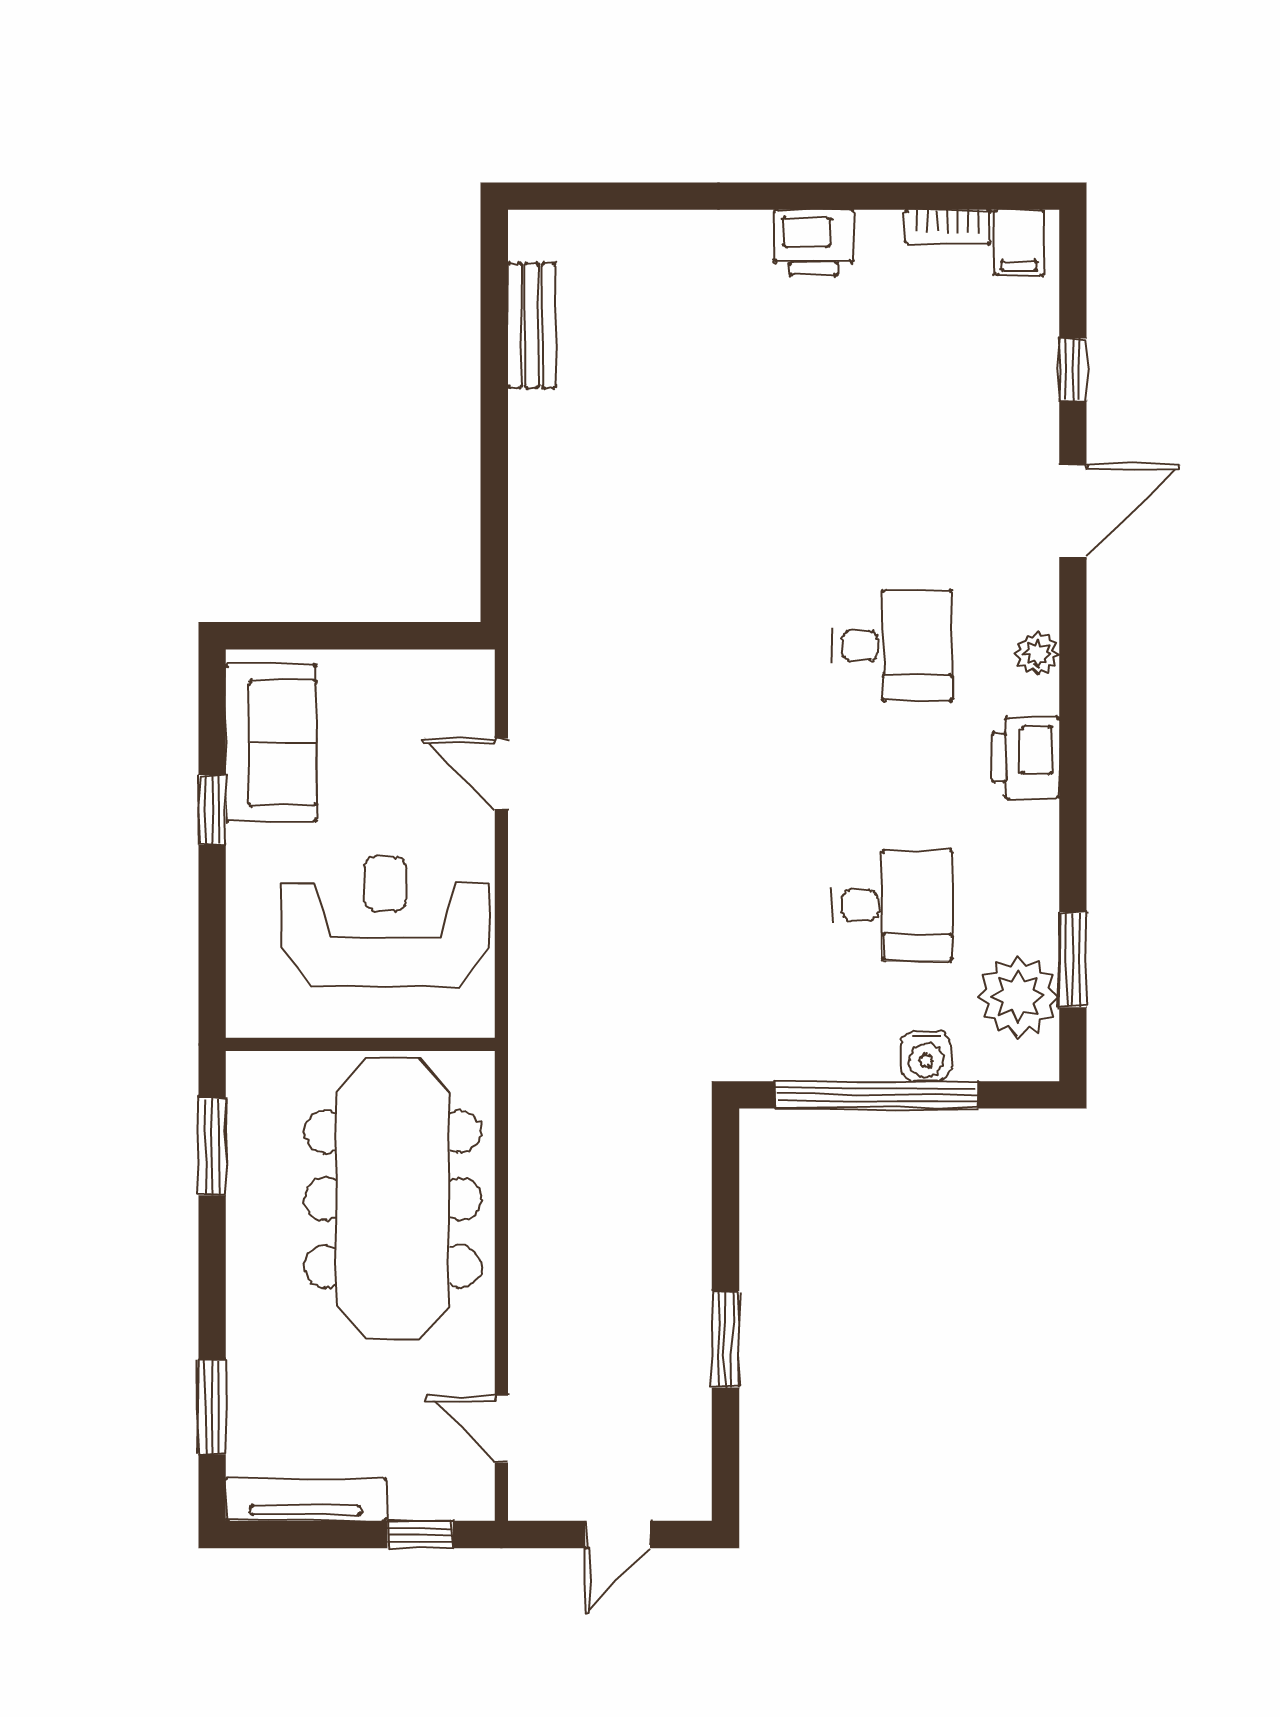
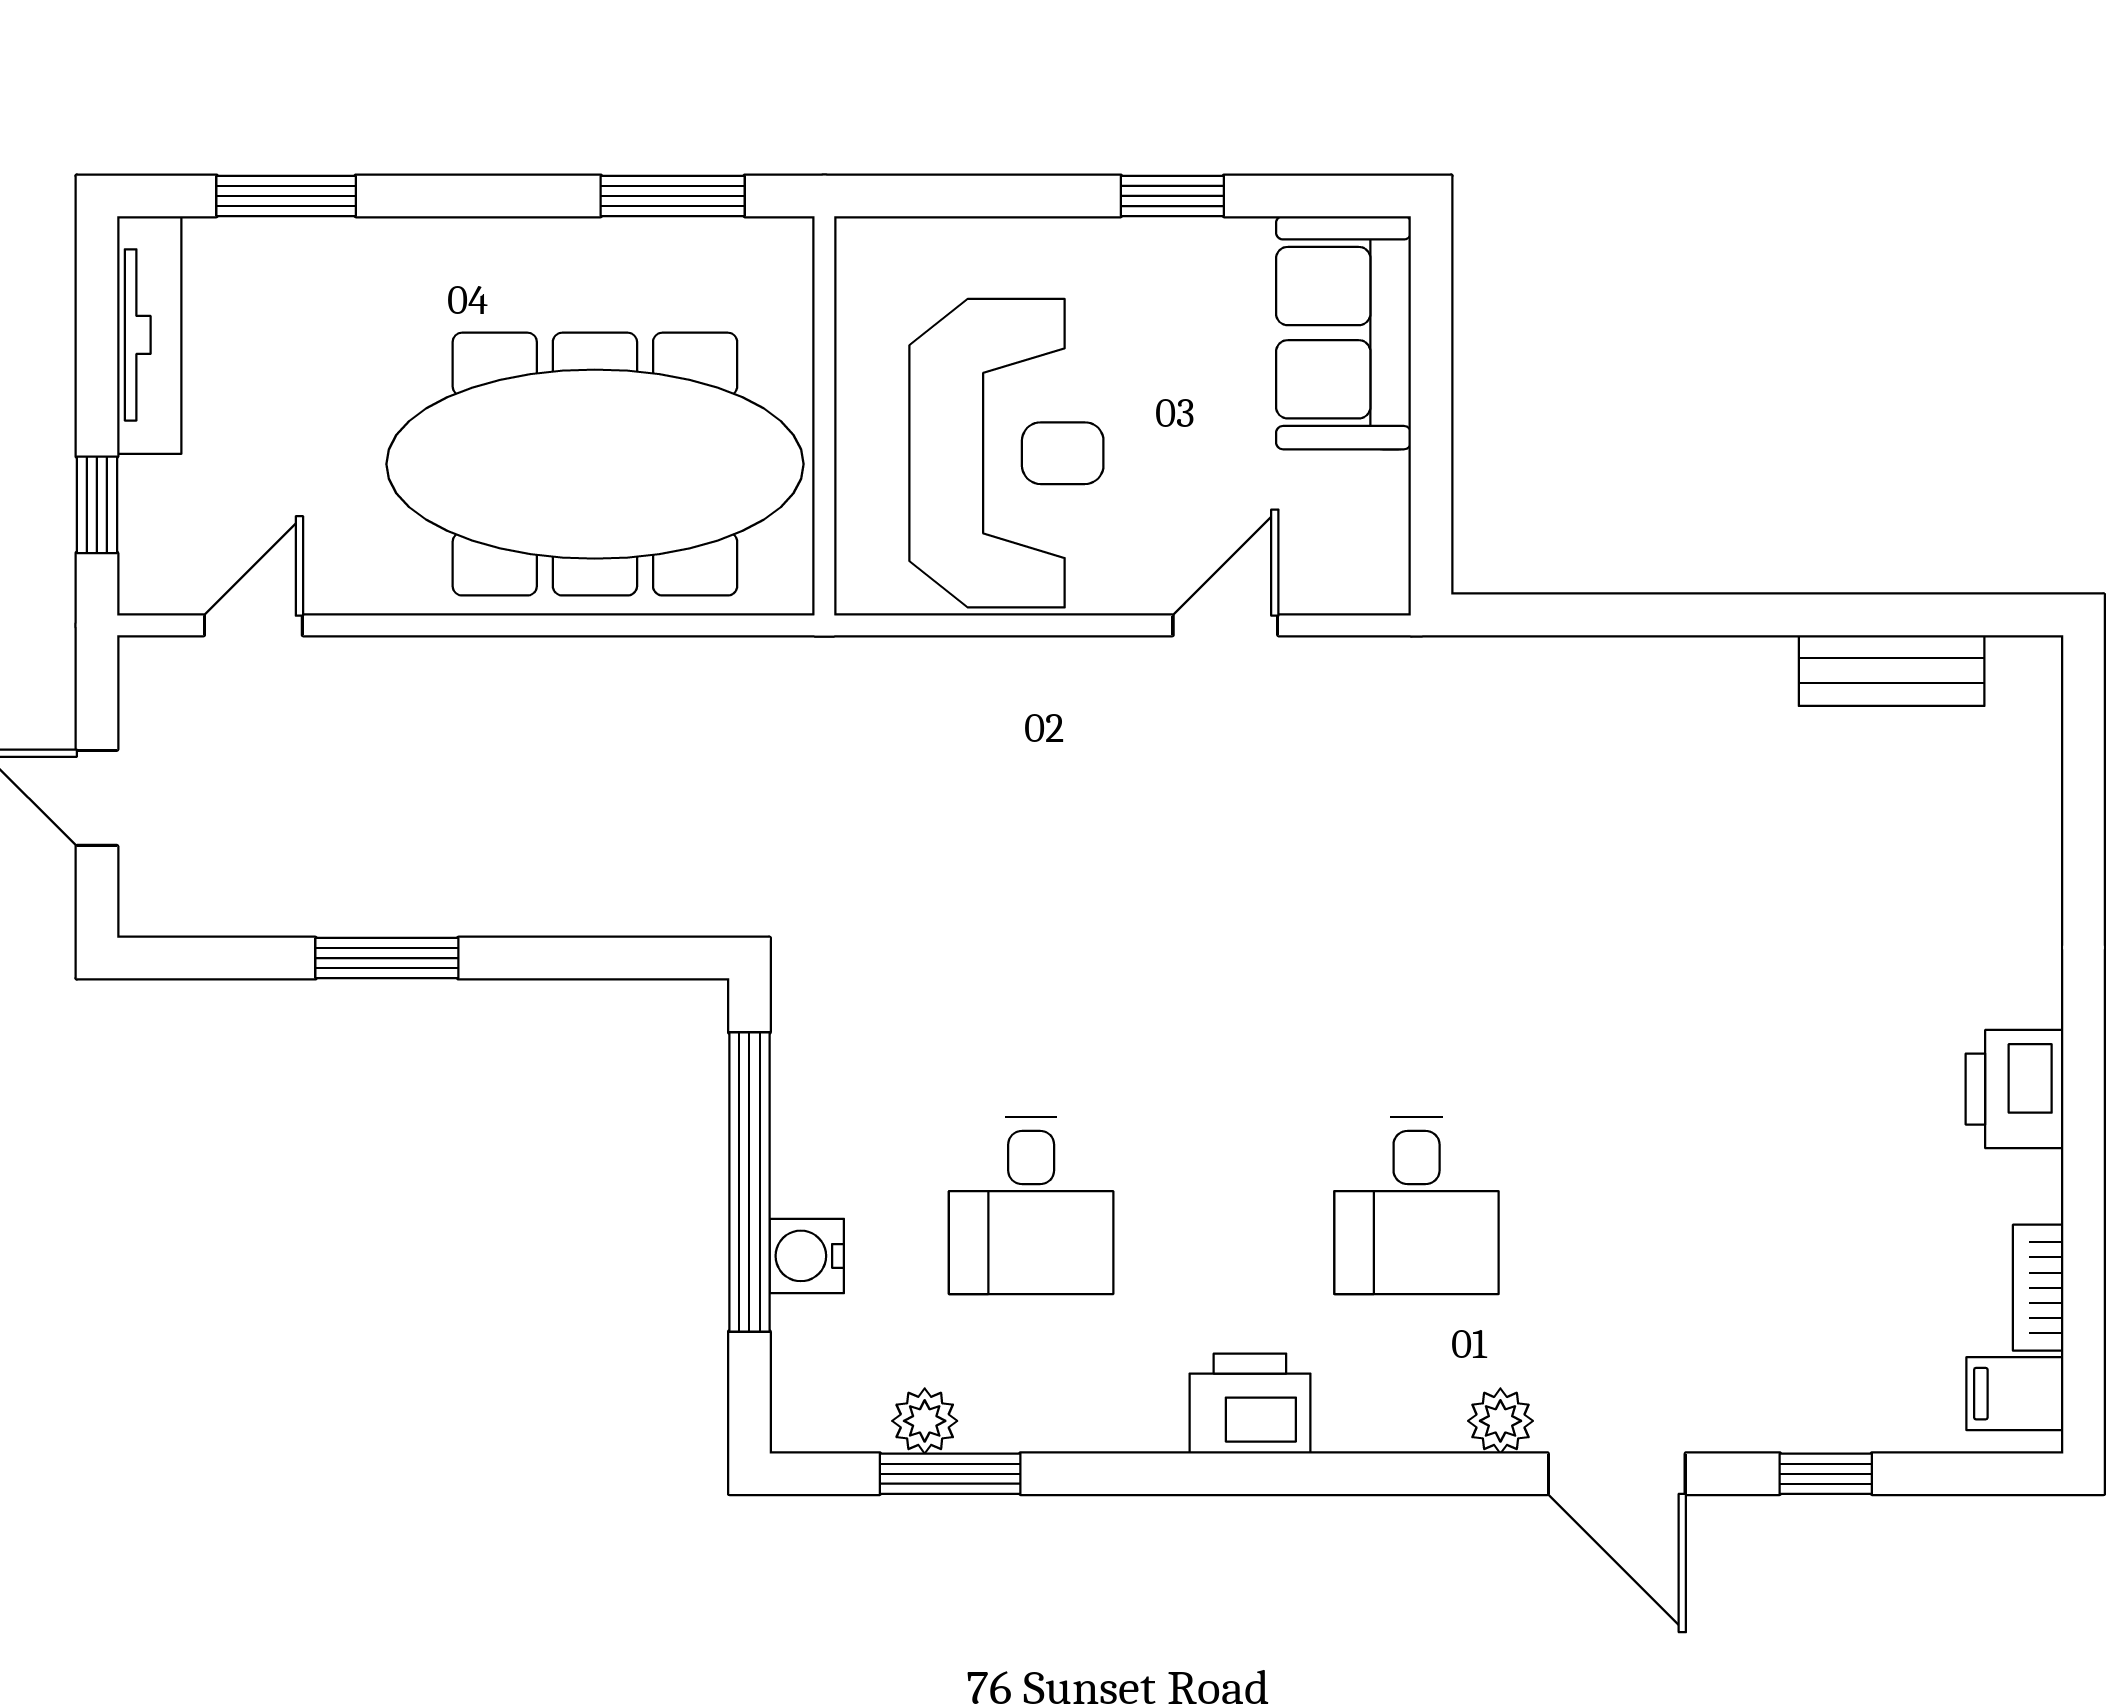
plant: (1037, 654) -> (1500, 1421), moved
sofa: (271, 743) -> (1343, 333), moved, turned 90
plant: (1018, 996) -> (925, 1421), width x0.53, depth x0.53

